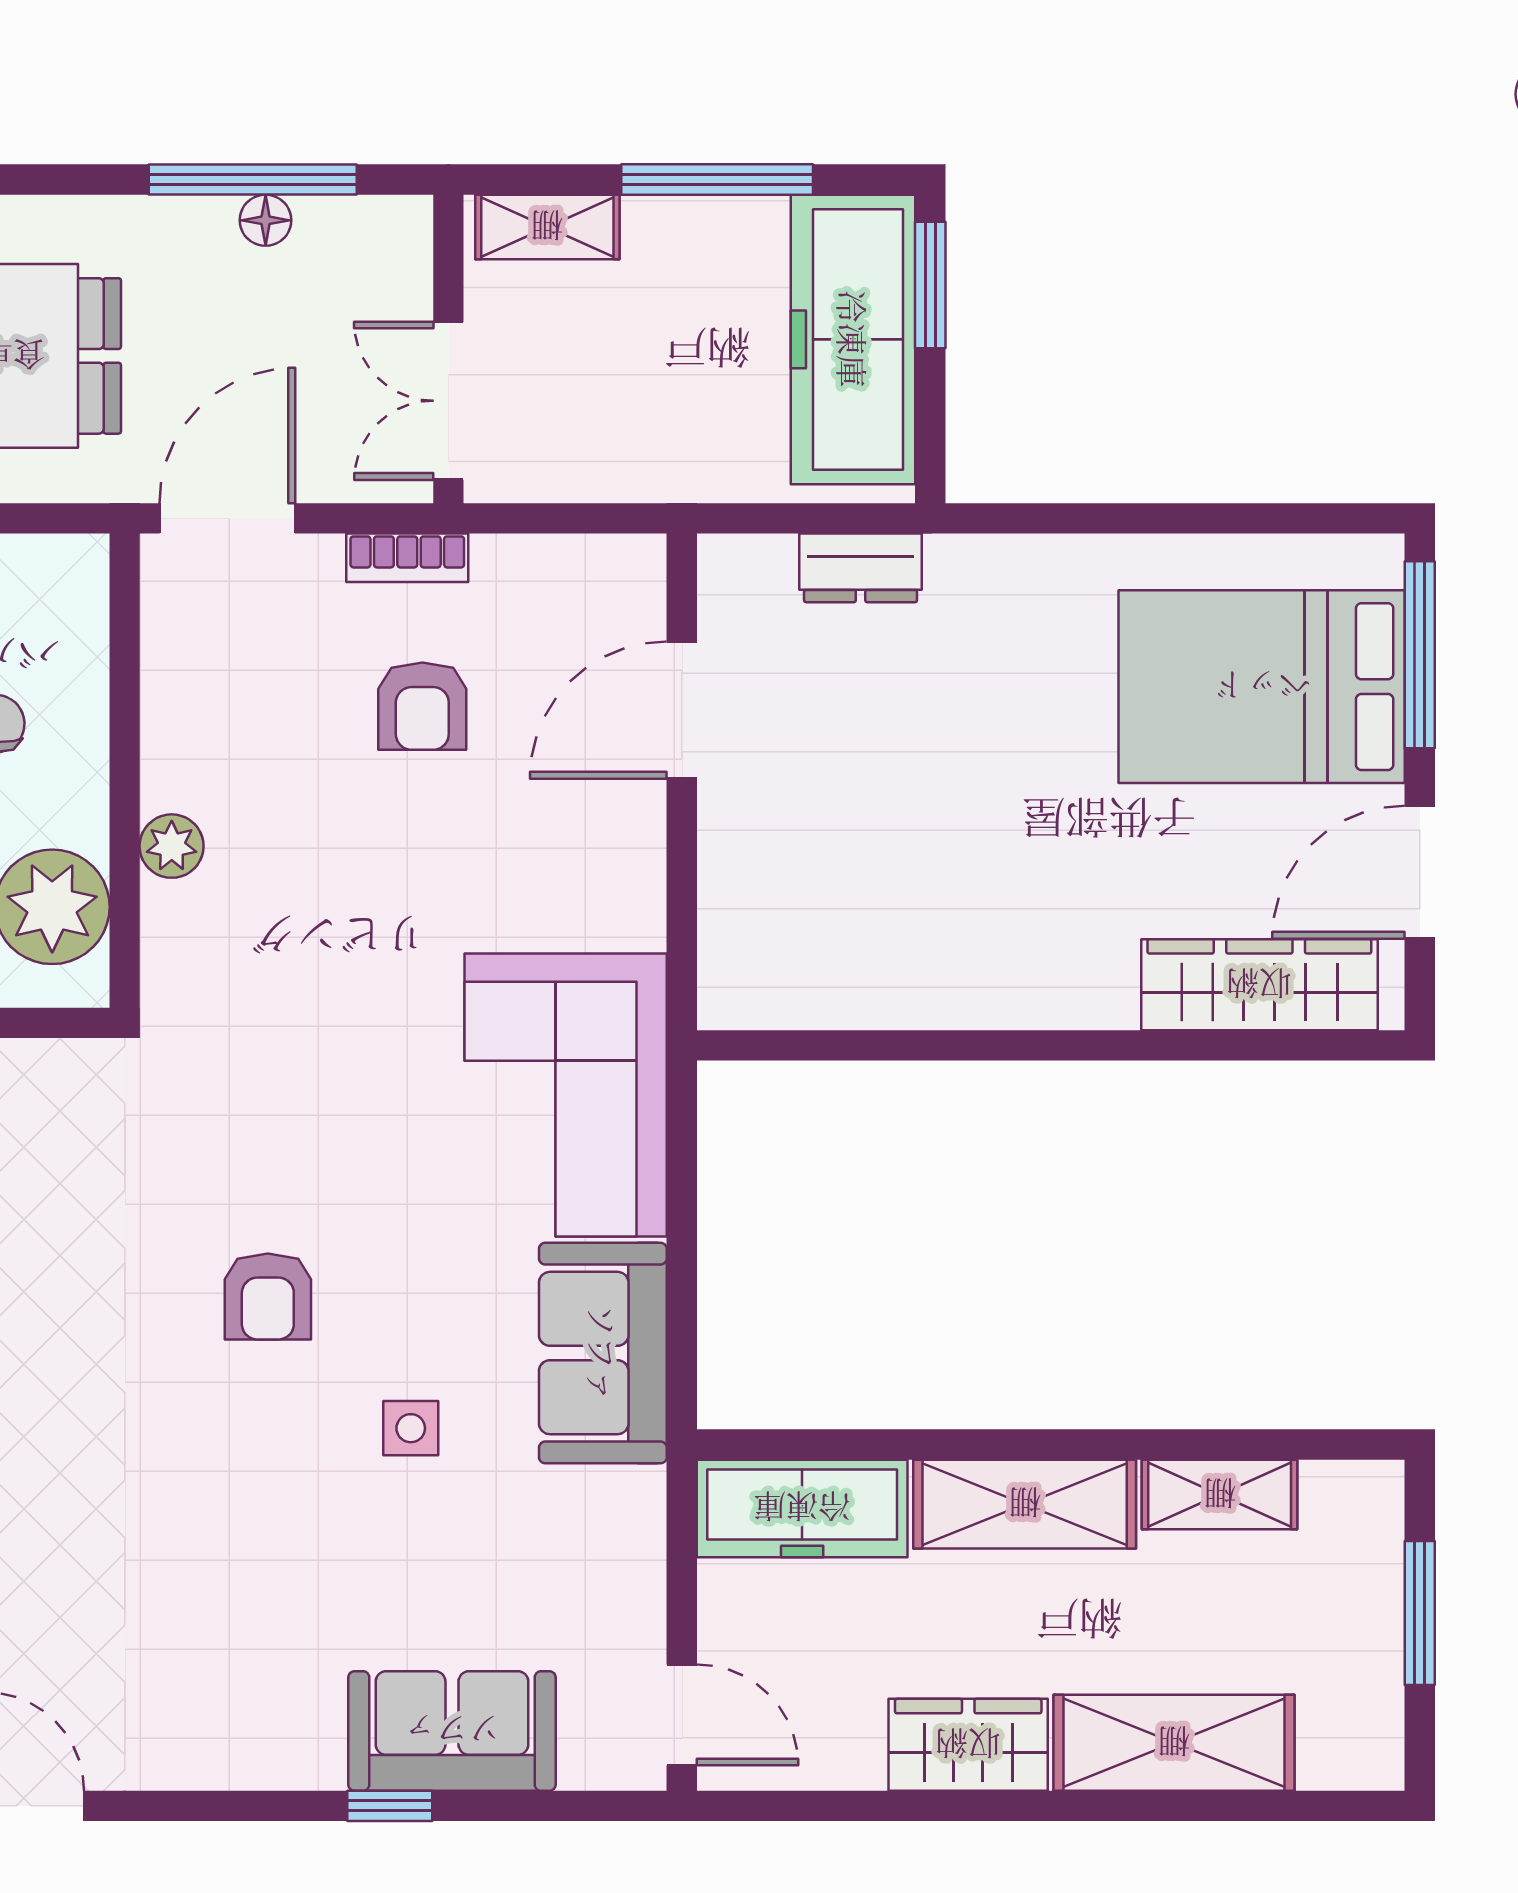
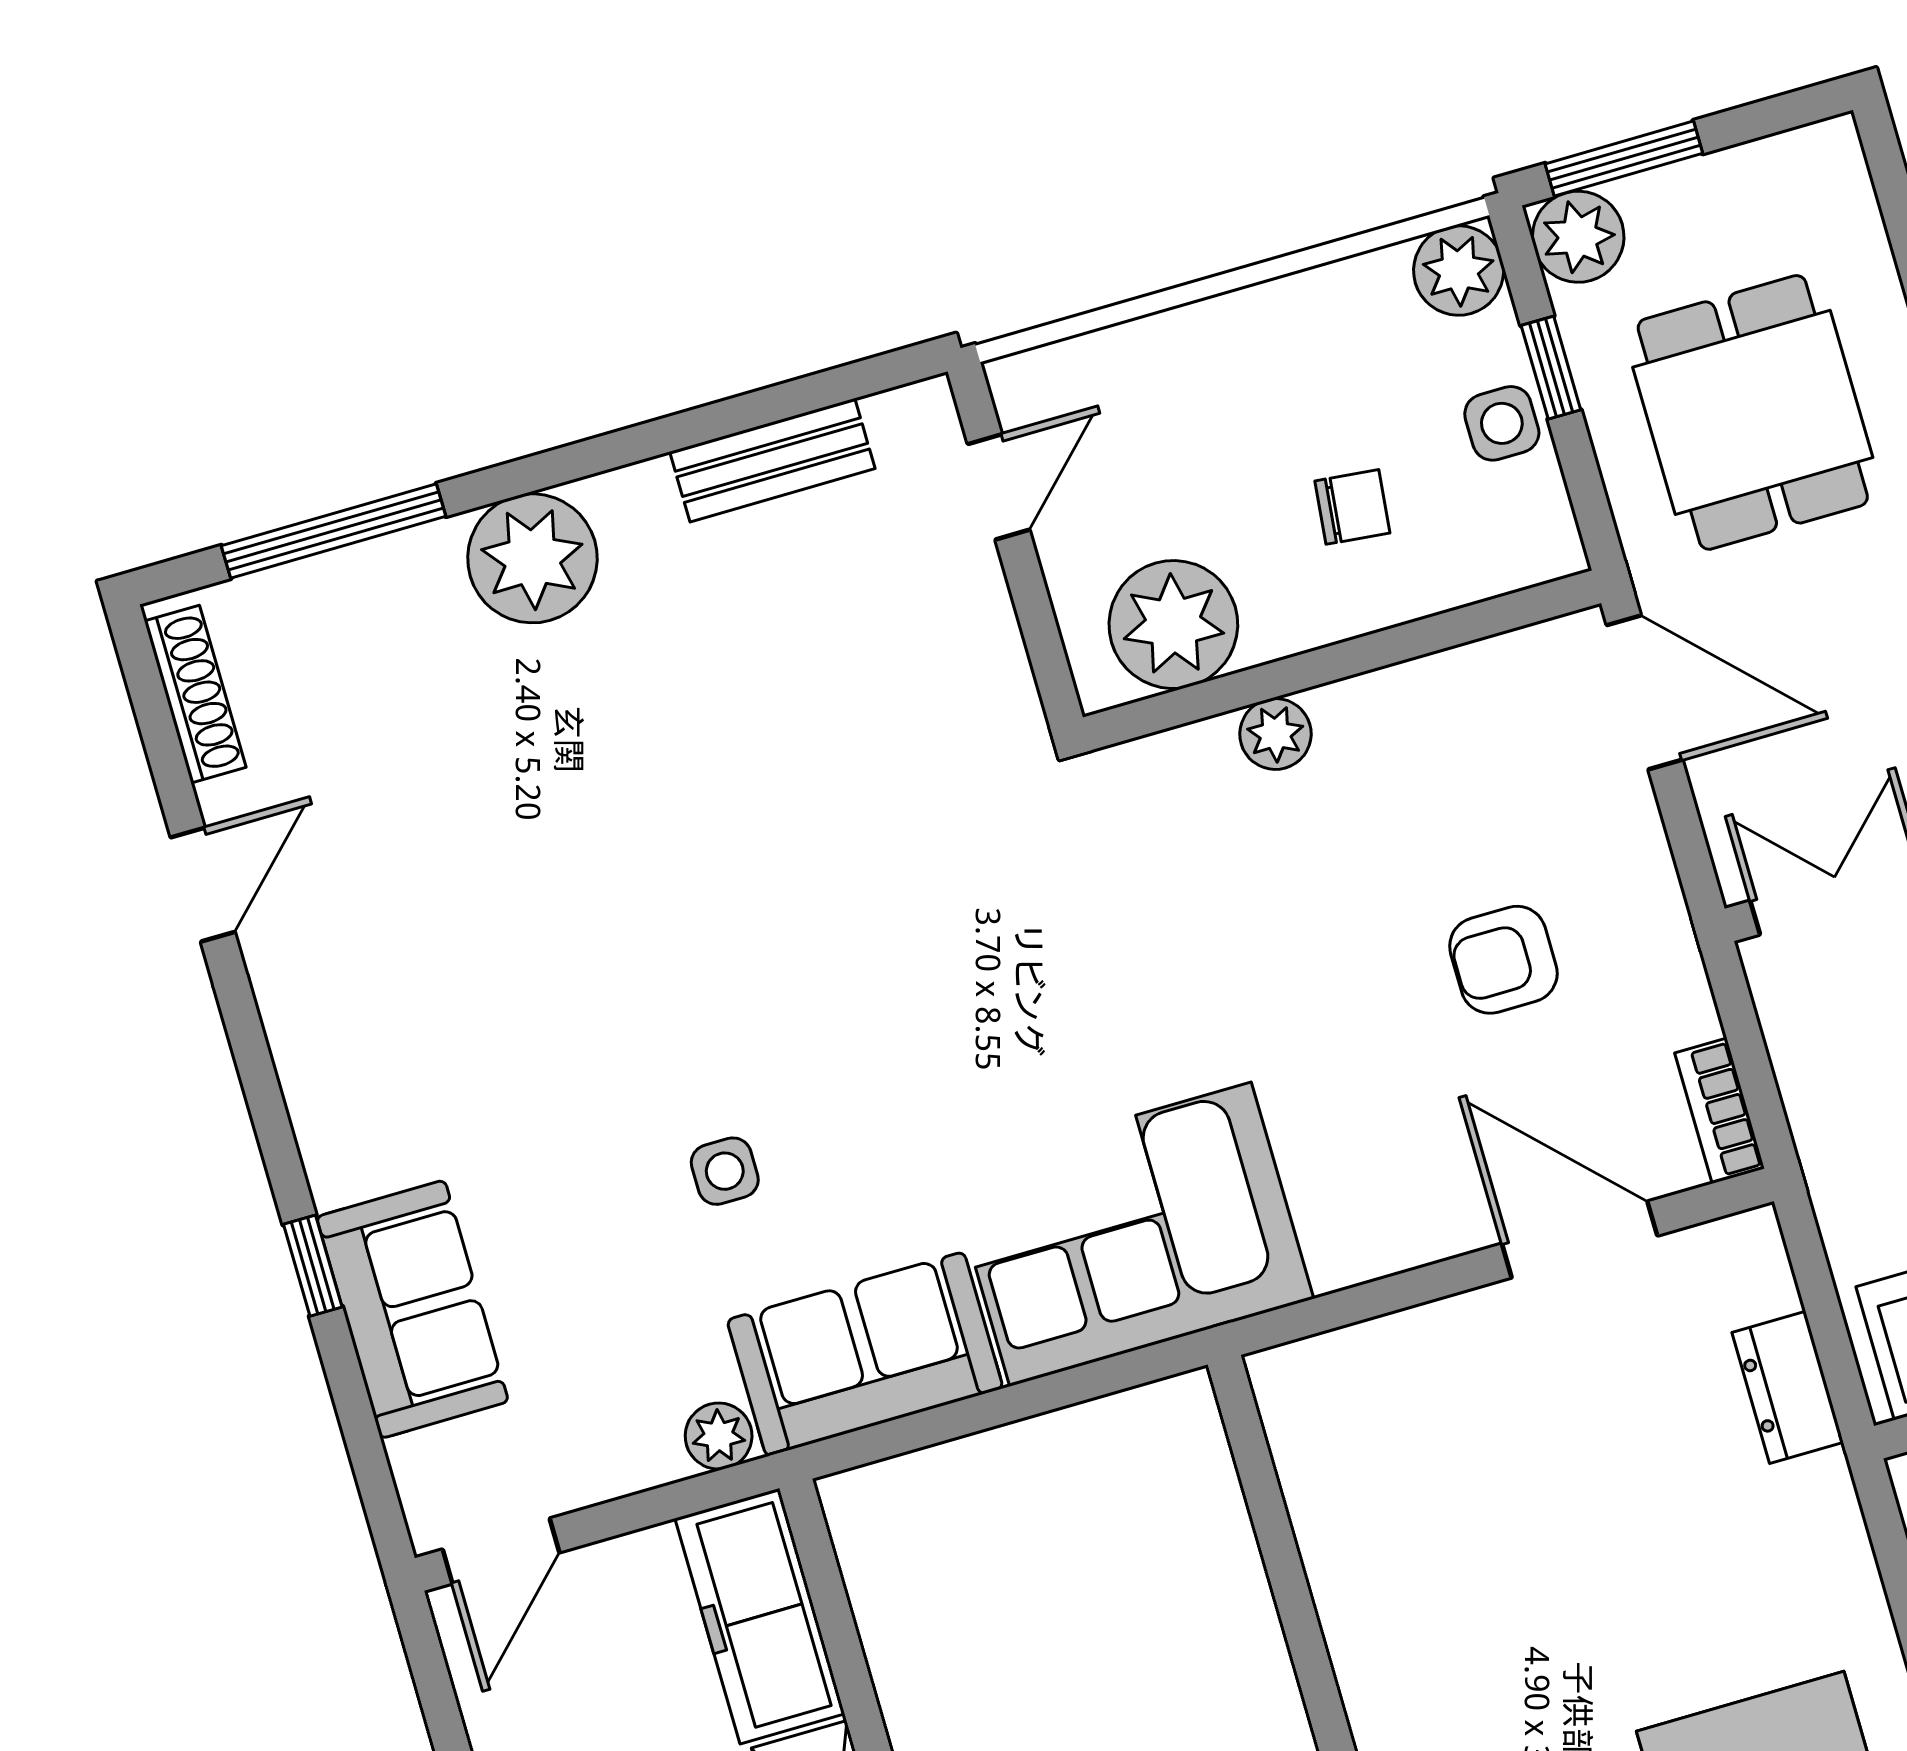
bookcase: (407, 558) -> (1720, 1111), moved
armchair: (268, 1296) -> (822, 977), removed
plant: (637, 1499) -> (719, 1436), added

